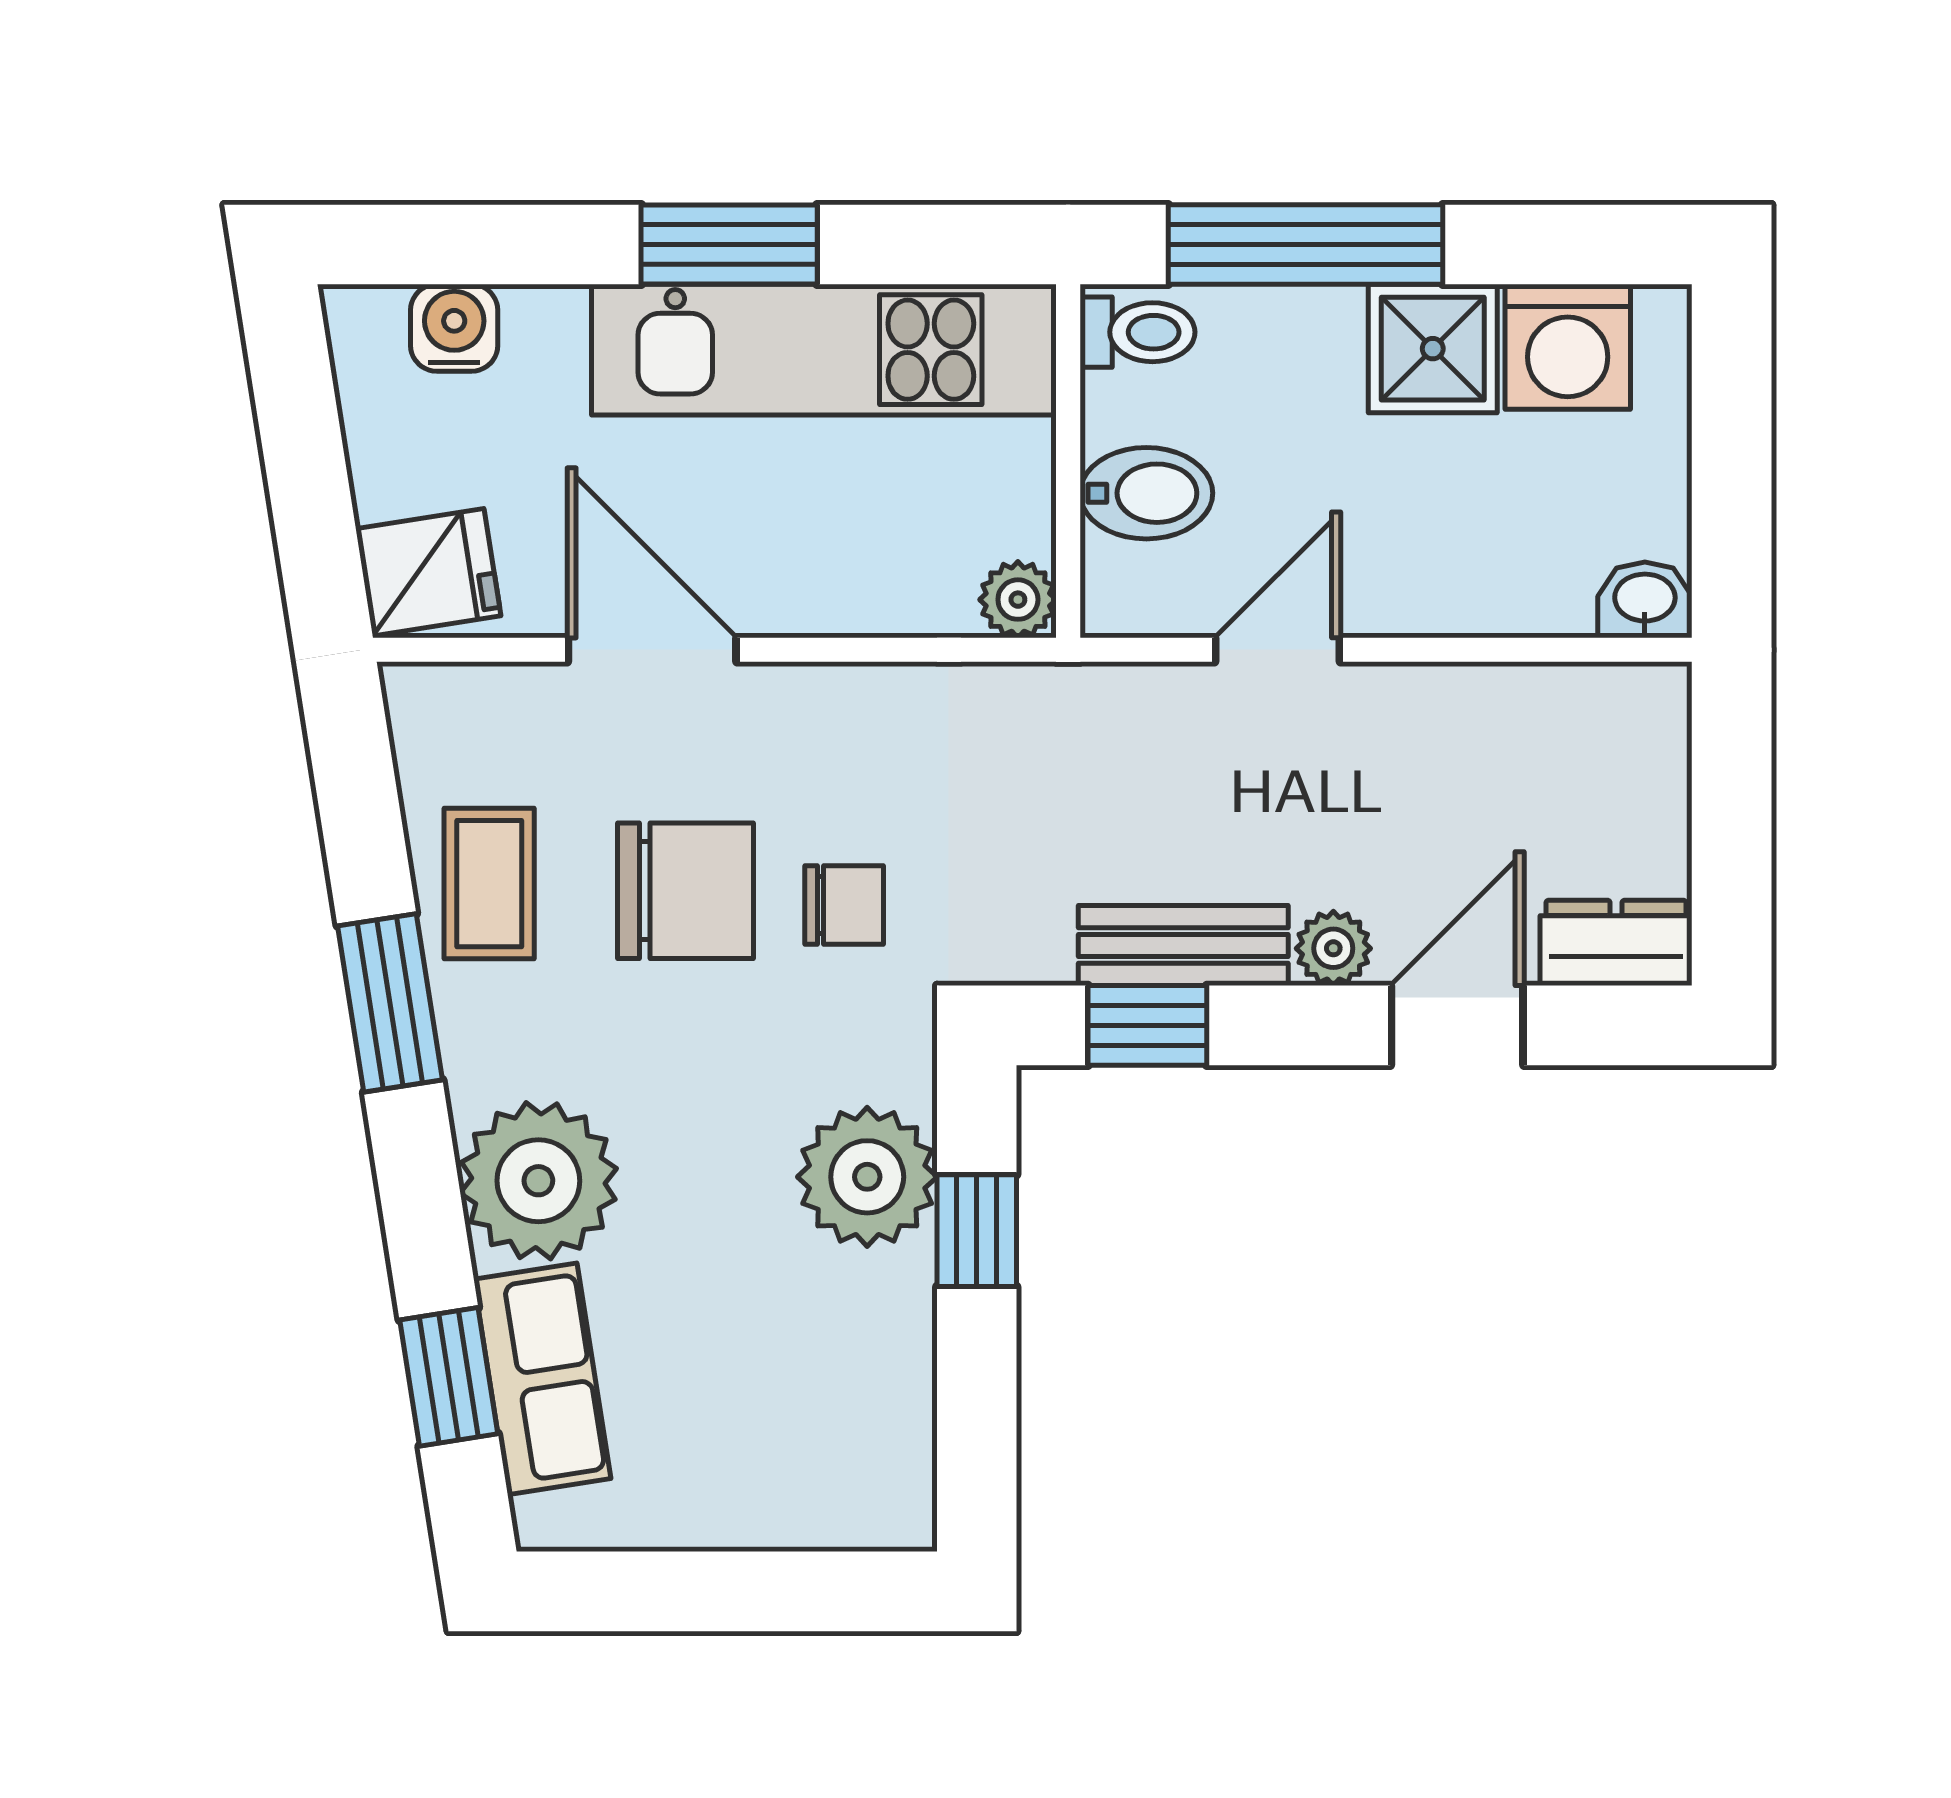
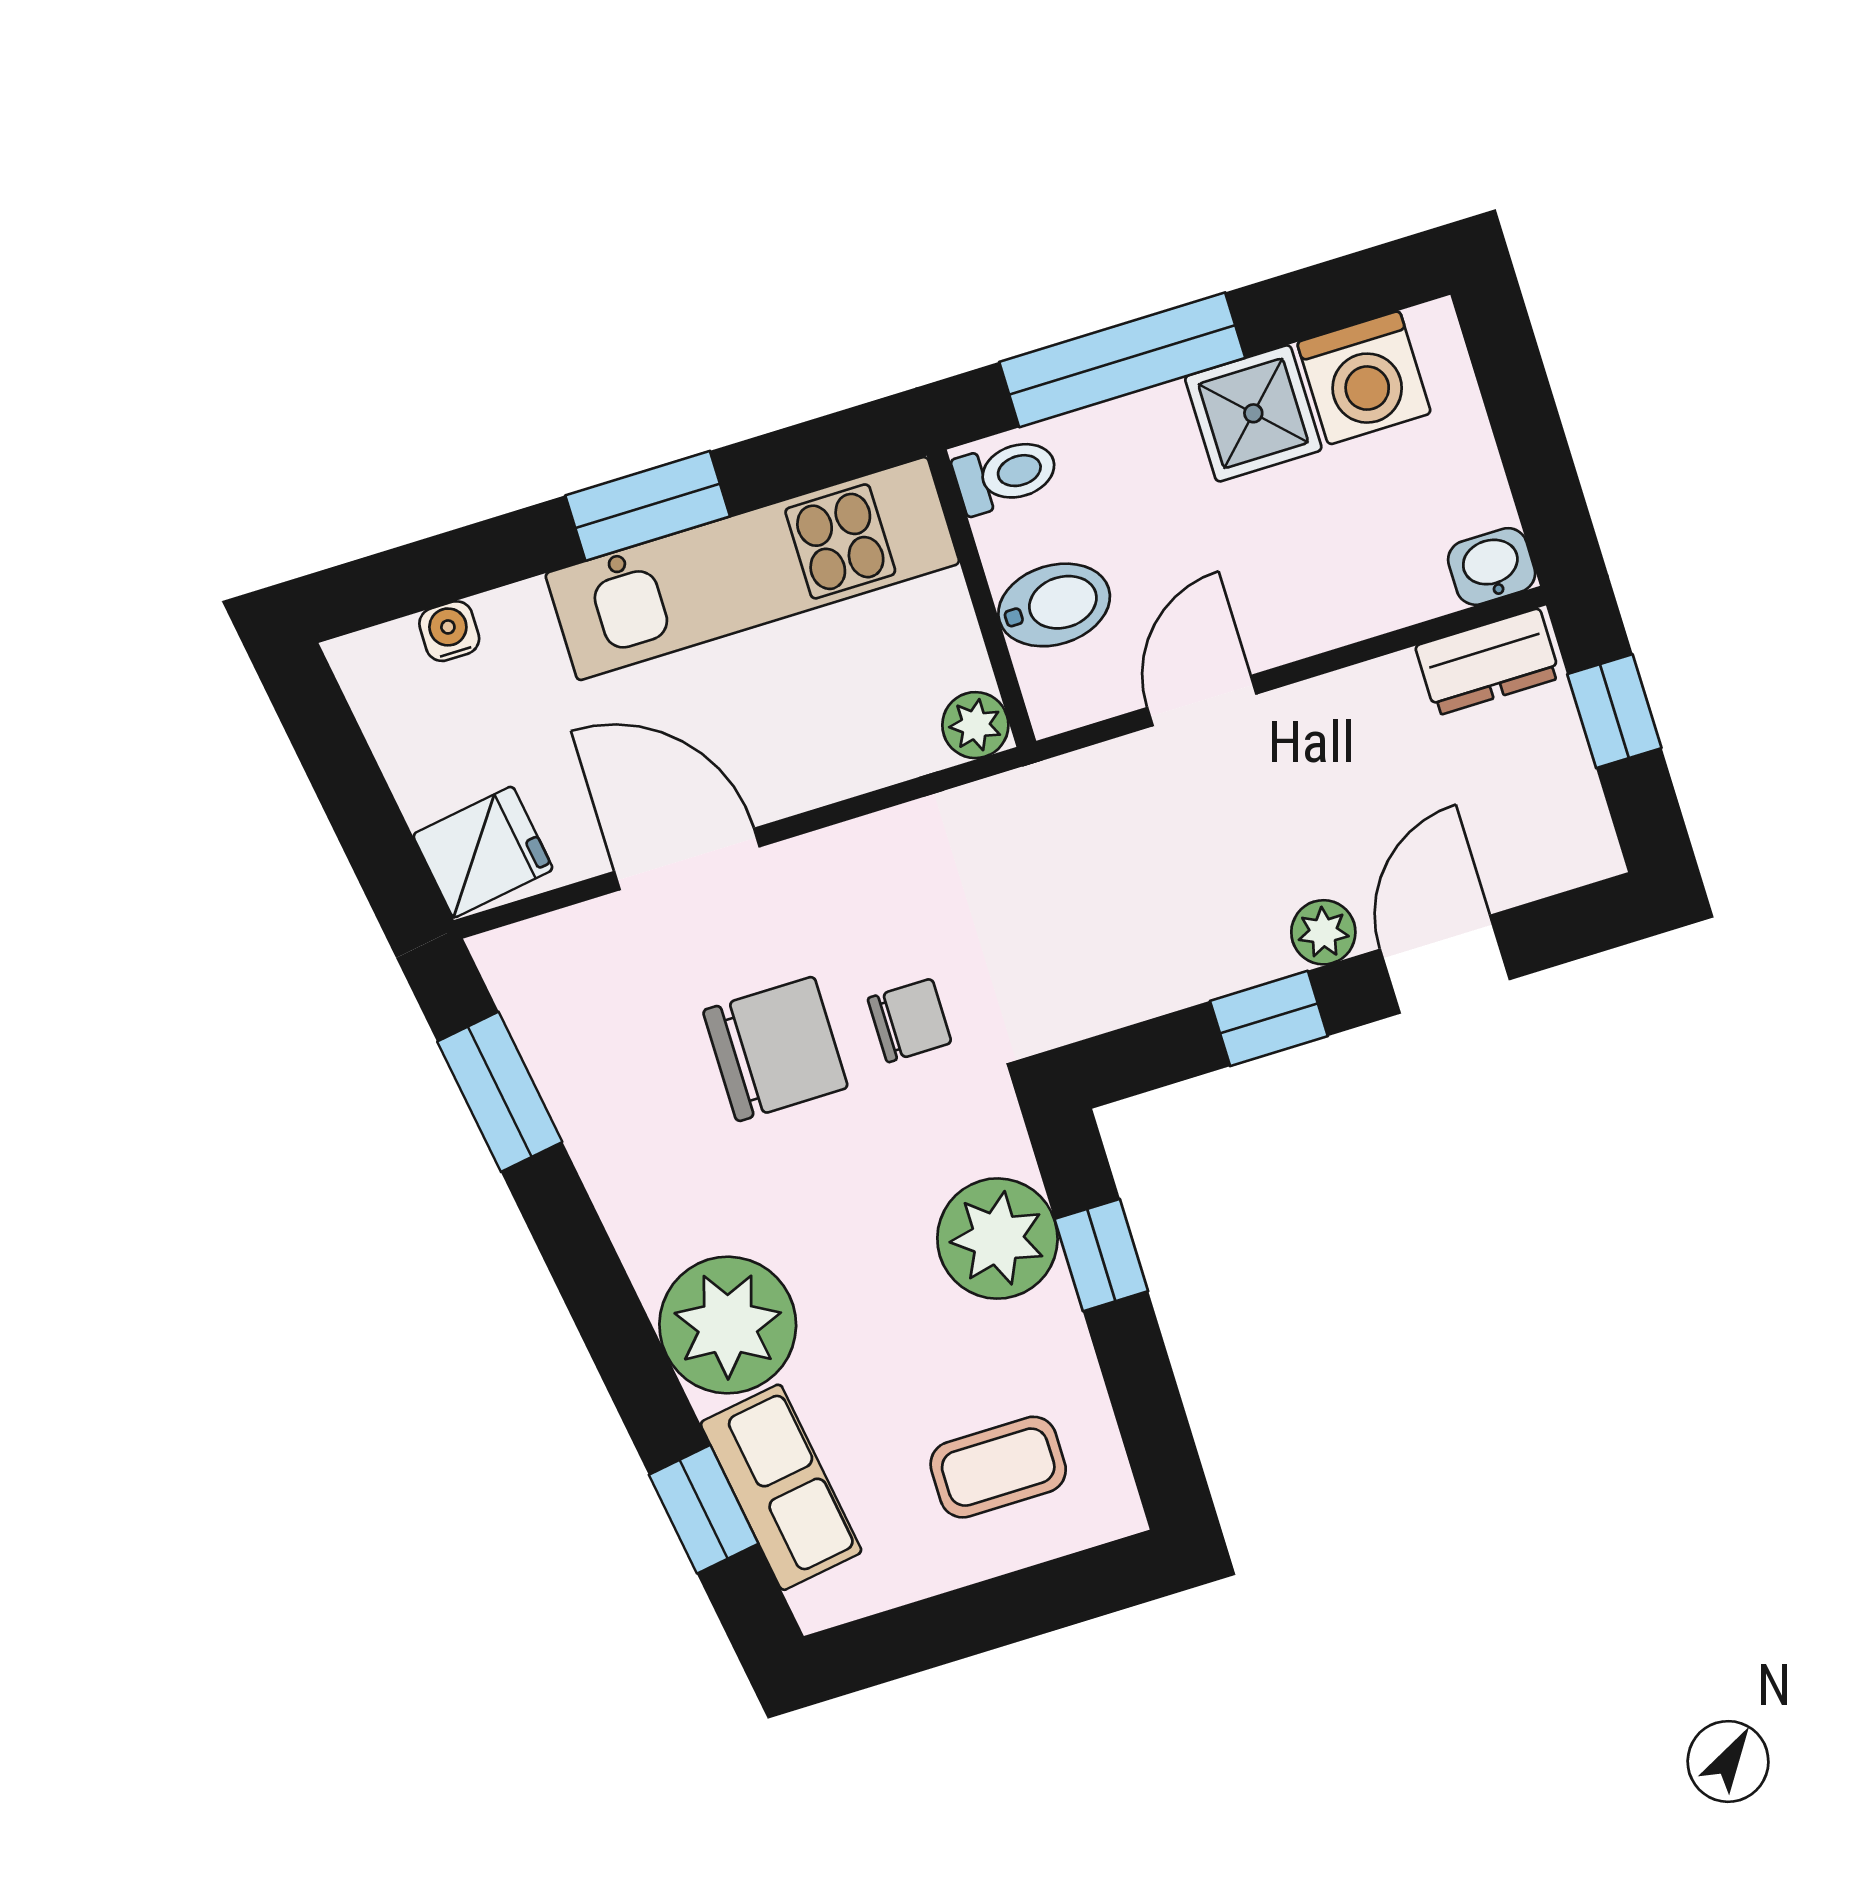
water cooler: (454, 328) -> (449, 631), width x0.72, depth x0.72
window: (1732, 802) -> (1614, 711), added
coffee table: (489, 884) -> (998, 1467), moved, turned 90
dresser: (1616, 943) -> (1488, 662), moved, turned 180
bench: (1183, 946) -> (1199, 968), removed
window: (390, 1003) -> (500, 1092), moved
window: (1147, 1025) -> (1269, 1018), moved

